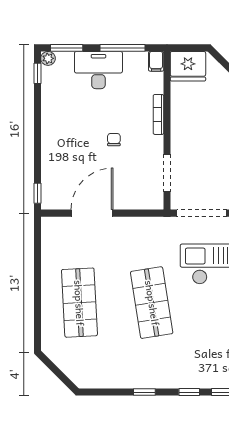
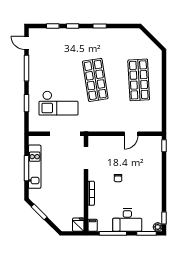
fridge: (188, 66) -> (78, 225), width x0.53, depth x0.75
door: (92, 213) -> (131, 134), width x0.53

